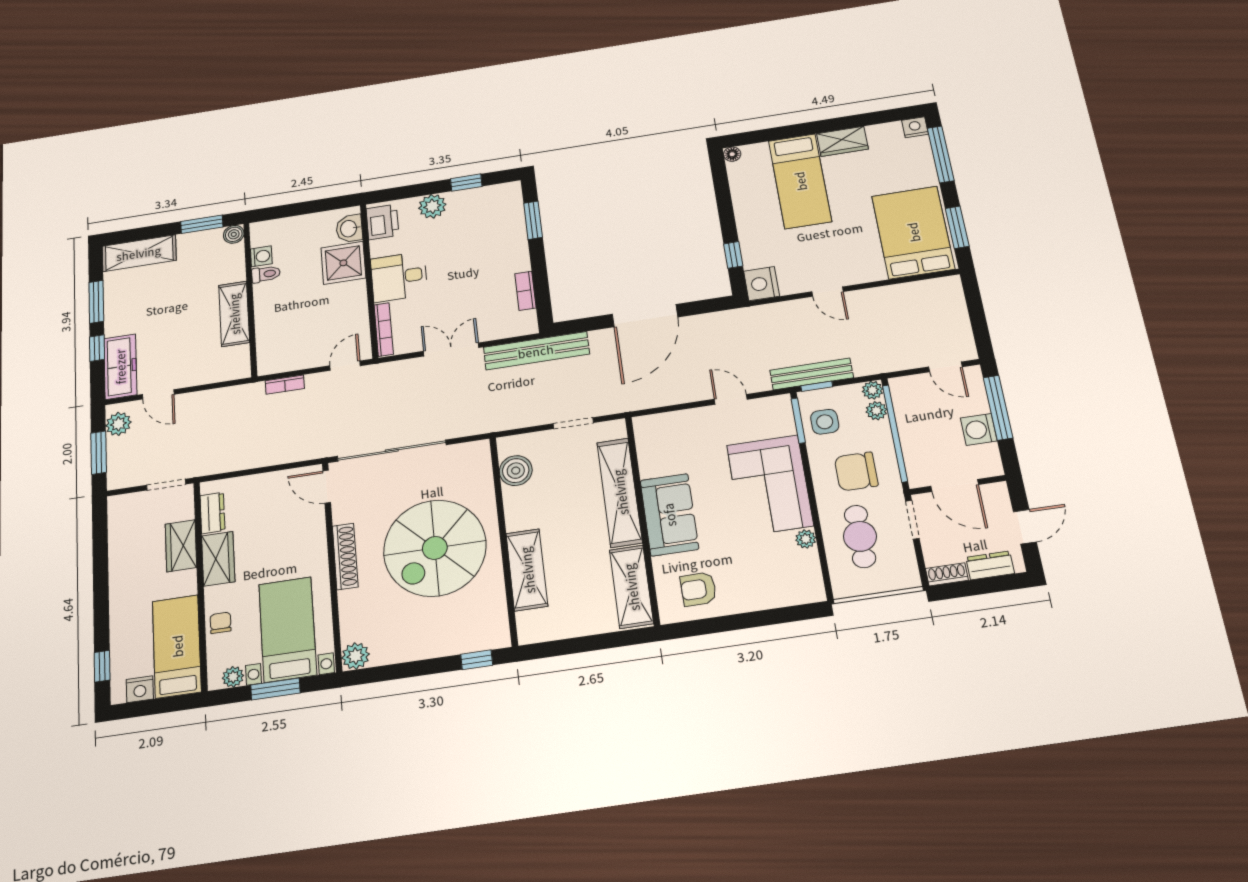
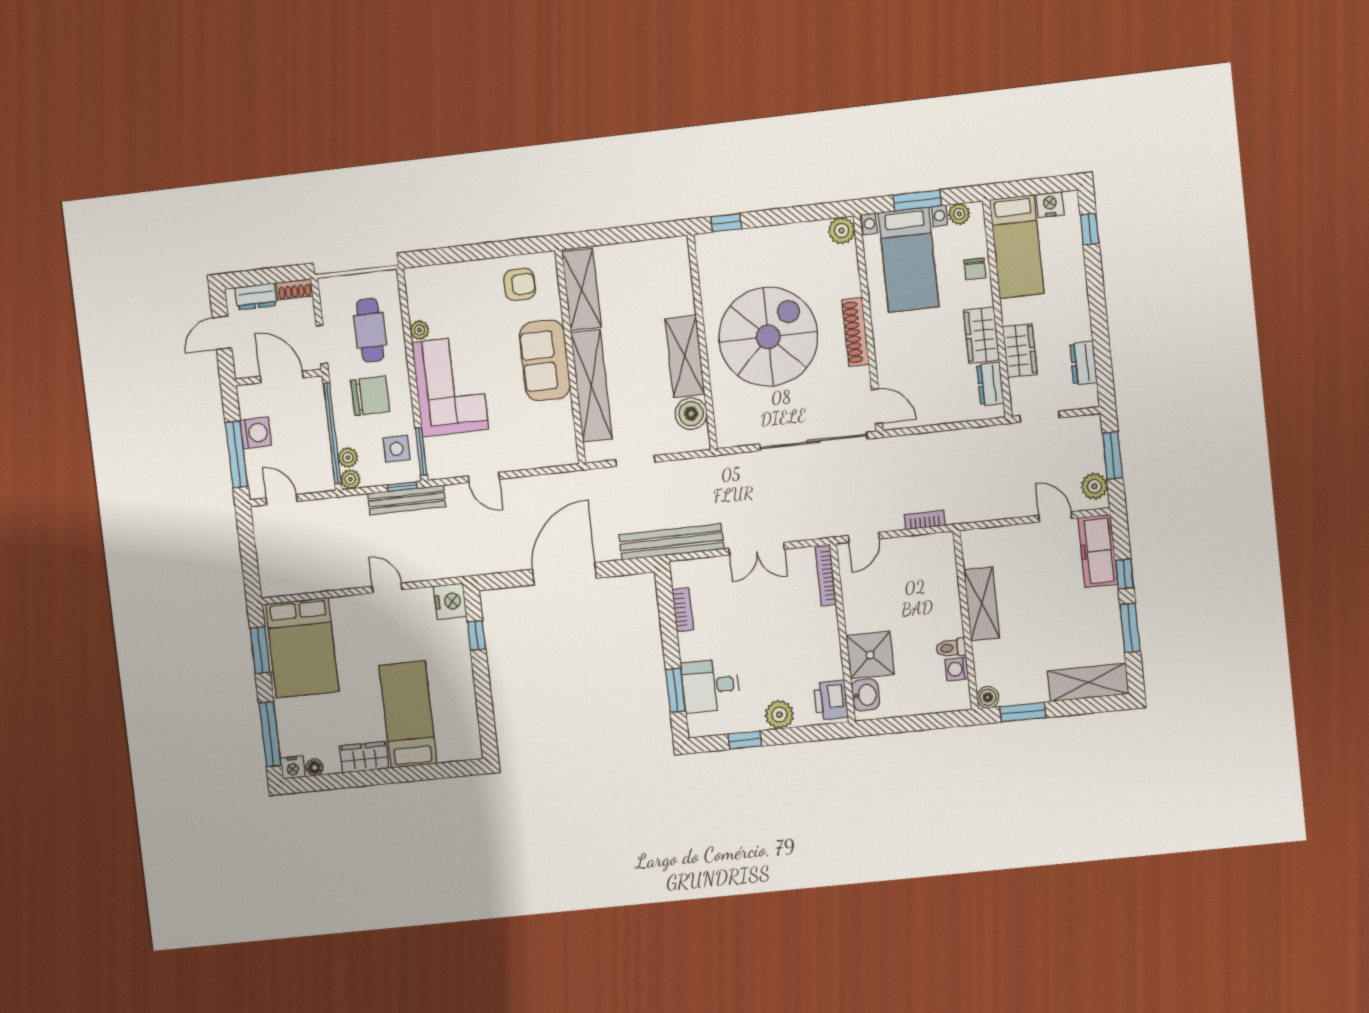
floor lamp: (732, 154) -> (315, 767), moved
desk: (399, 277) -> (710, 686), moved, turned 180
dresser: (119, 537) -> (1084, 363), added
shelving: (527, 570) -> (685, 356), moved

